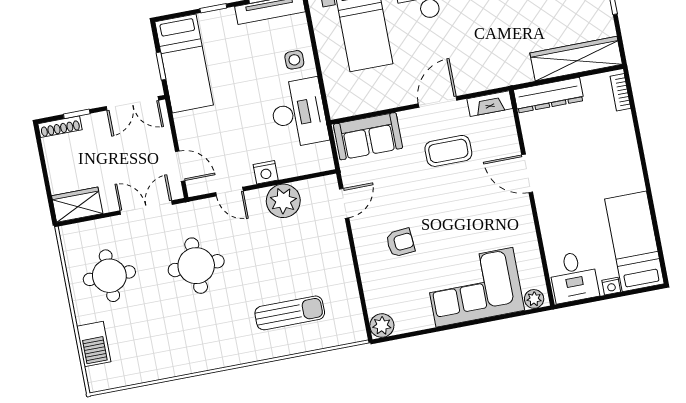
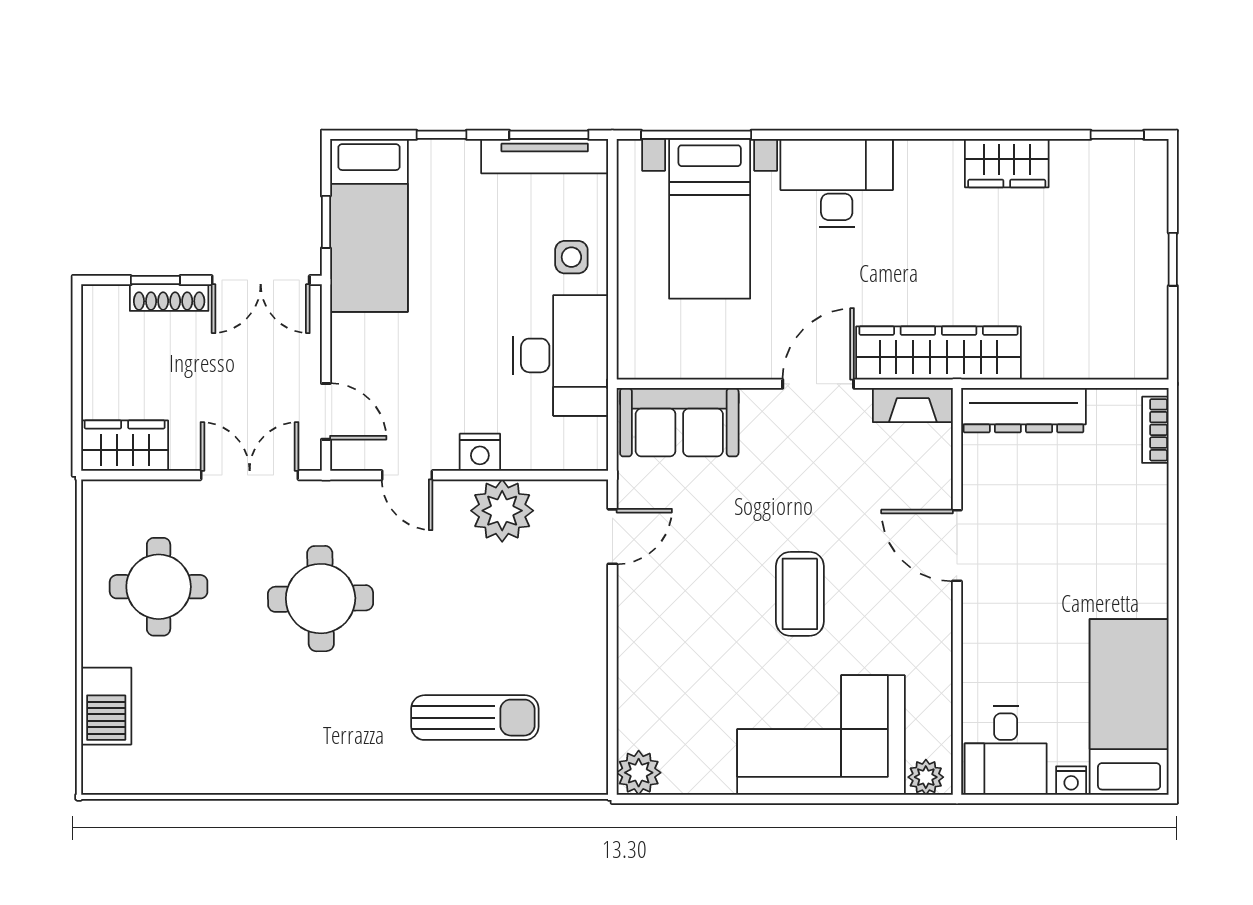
wardrobe: (576, 59) -> (938, 353), moved
shoe rack: (60, 127) -> (169, 298), moved
coffee table: (448, 151) -> (800, 594), moved, turned 90
armchair: (400, 243) -> (701, 628), removed

